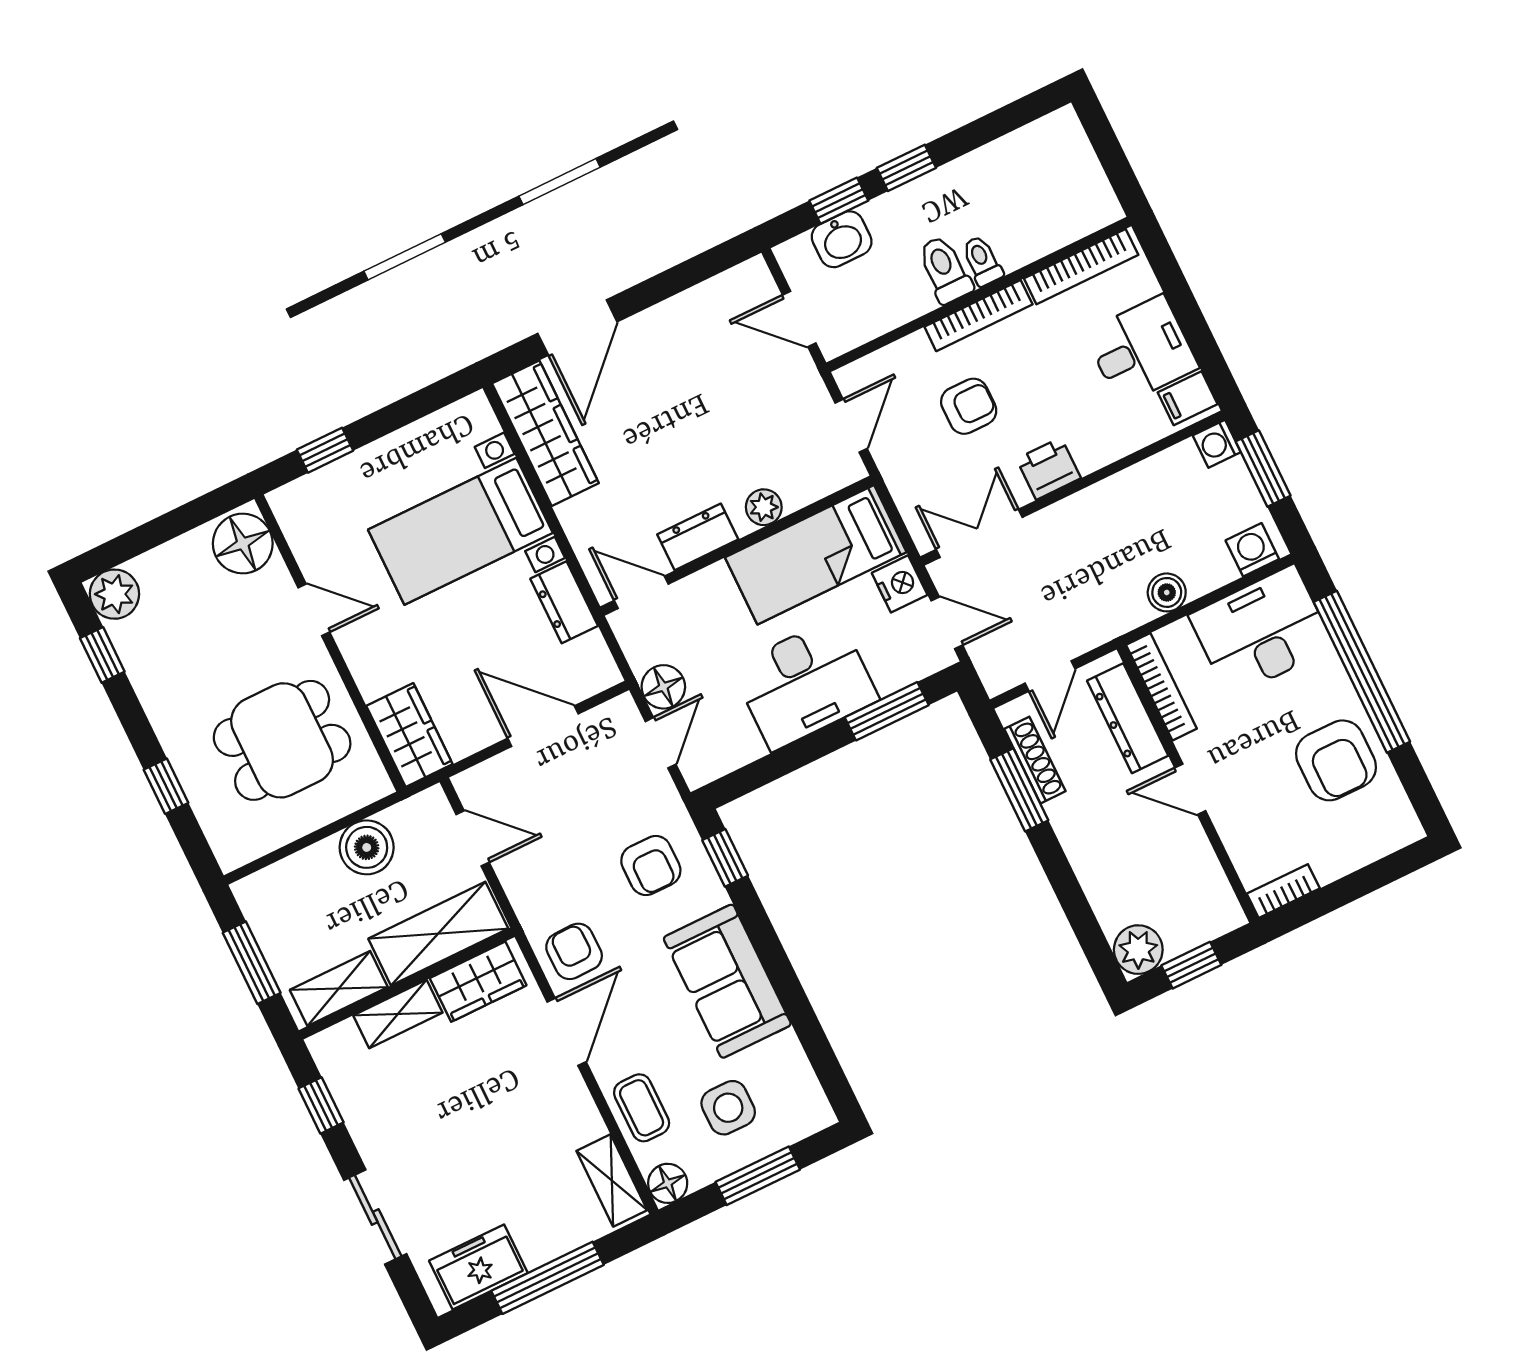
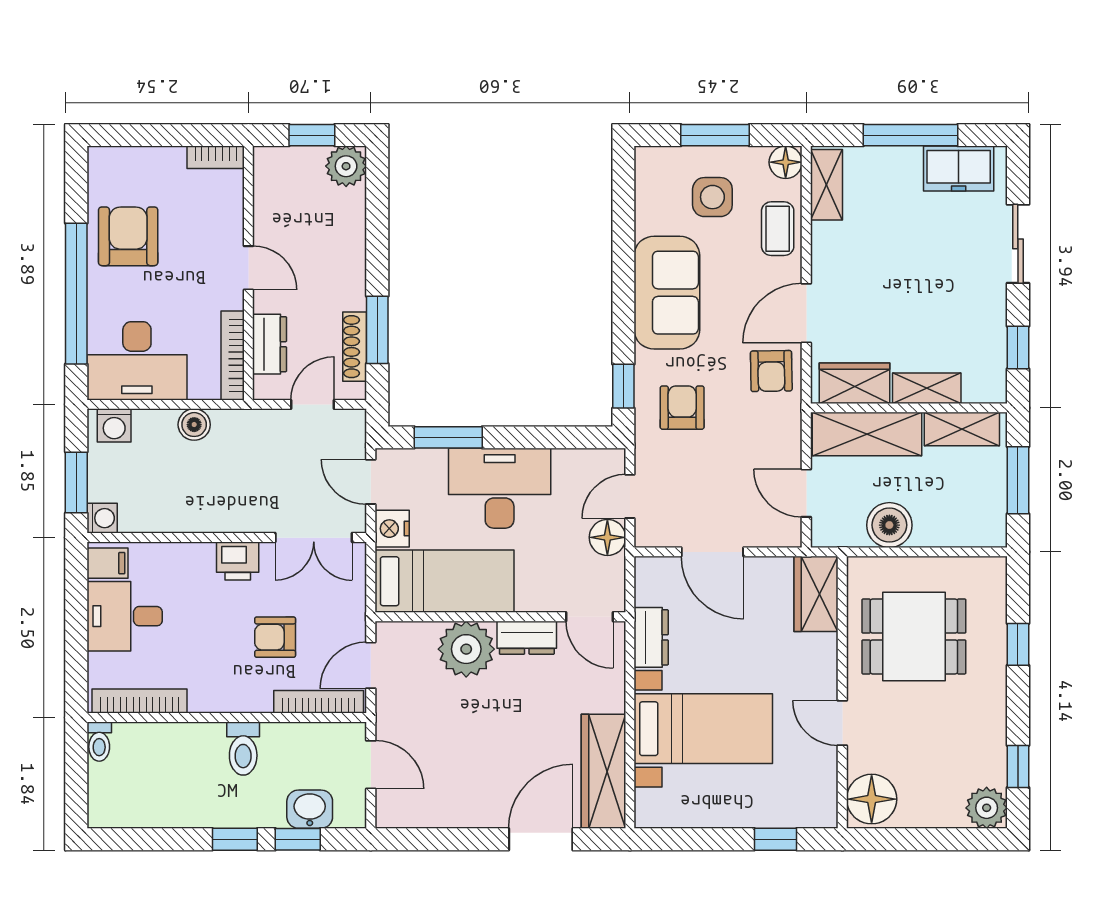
toilet: (982, 261) -> (99, 742), moved
bookcase: (978, 316) -> (319, 702), moved
plant: (764, 507) -> (466, 649), width x1.87, depth x1.87
dresser: (1128, 718) -> (270, 344), width x0.70

